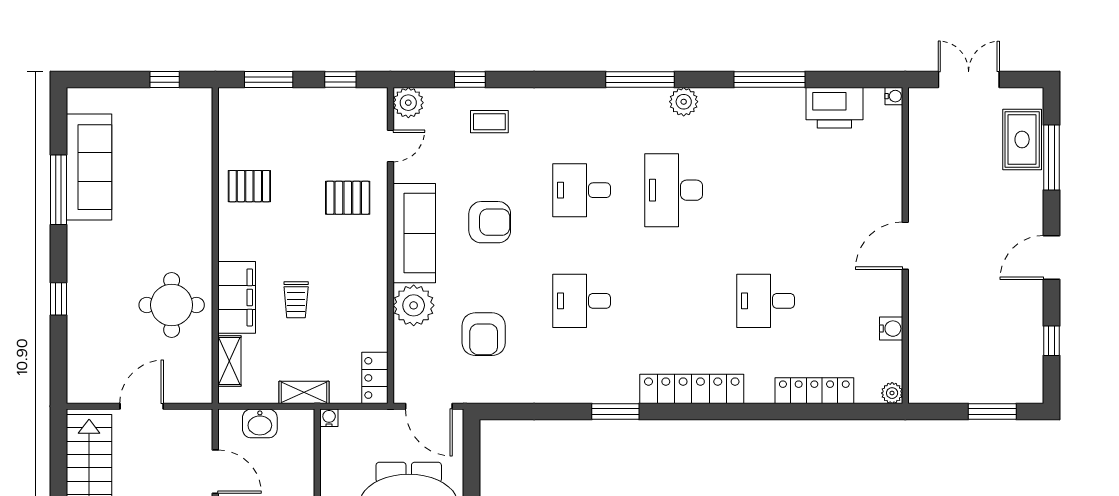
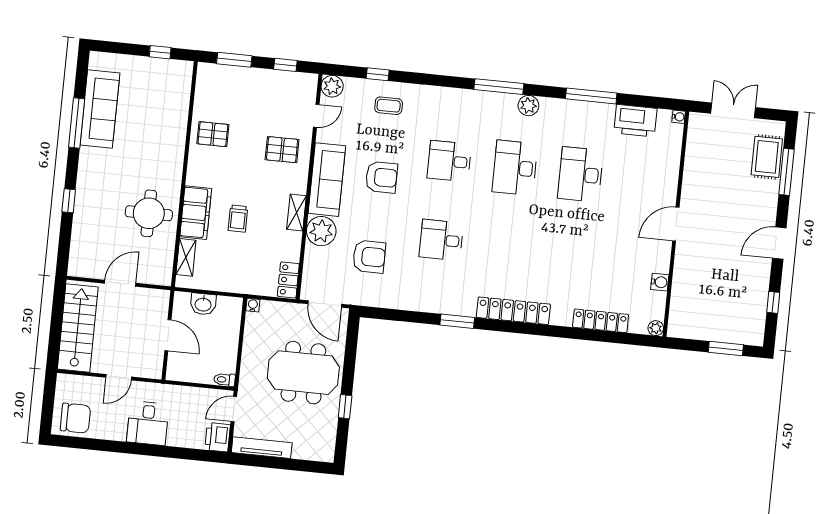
desk: (766, 301) -> (580, 174), moved, width x1.37
armchair: (484, 334) -> (369, 257), turned -90
shelving: (304, 392) -> (296, 212), moved, turned 90

